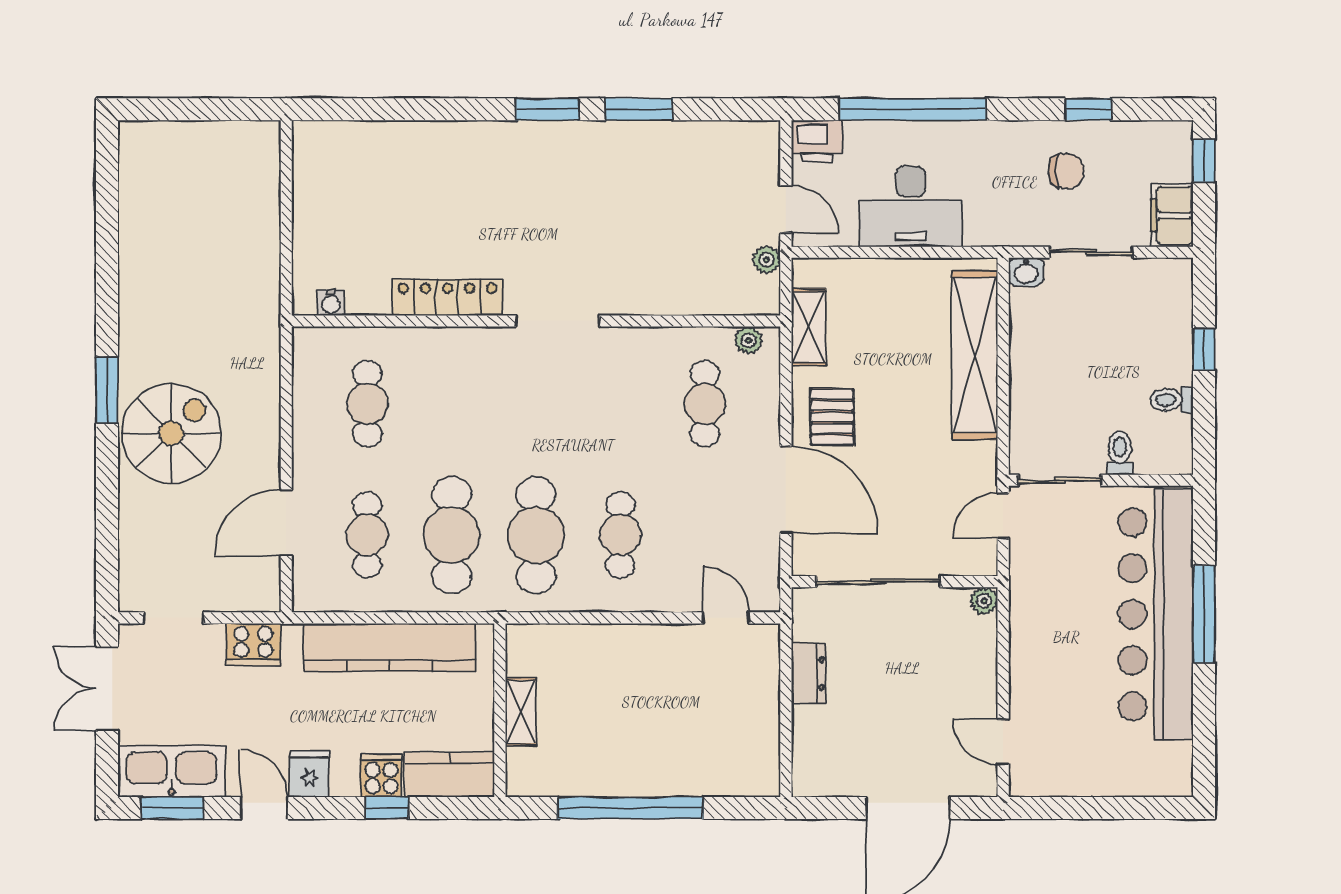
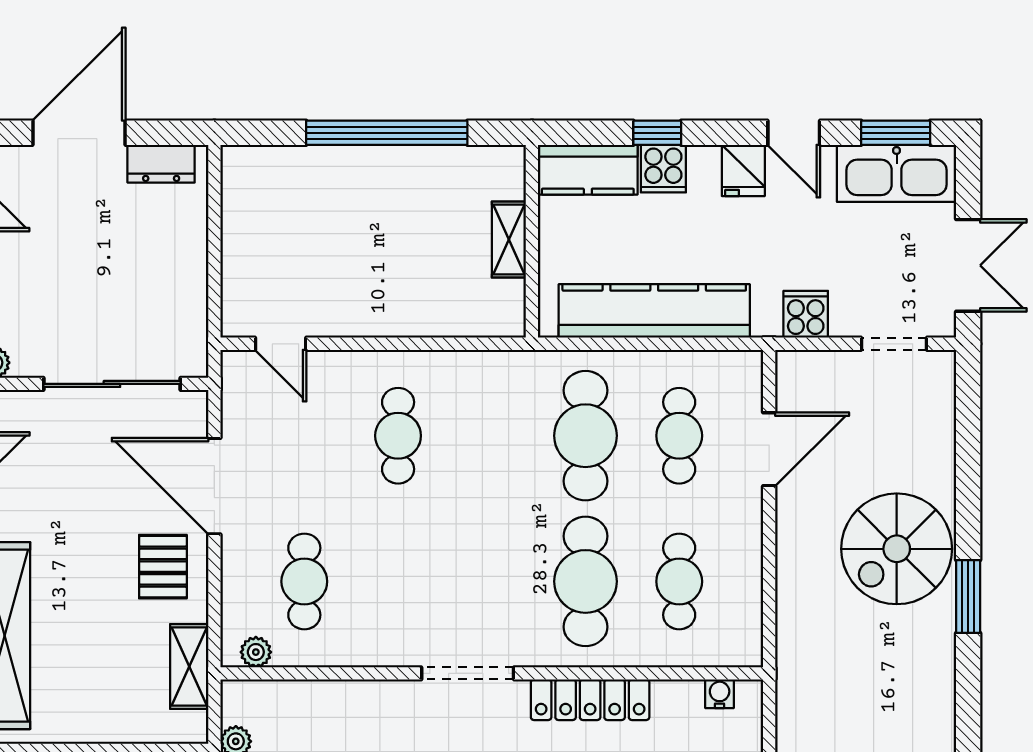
cafe table: (536, 535) -> (585, 581), moved
cooker: (253, 644) -> (806, 314), width x0.73
dresser: (808, 673) -> (161, 164), moved, turned -90

